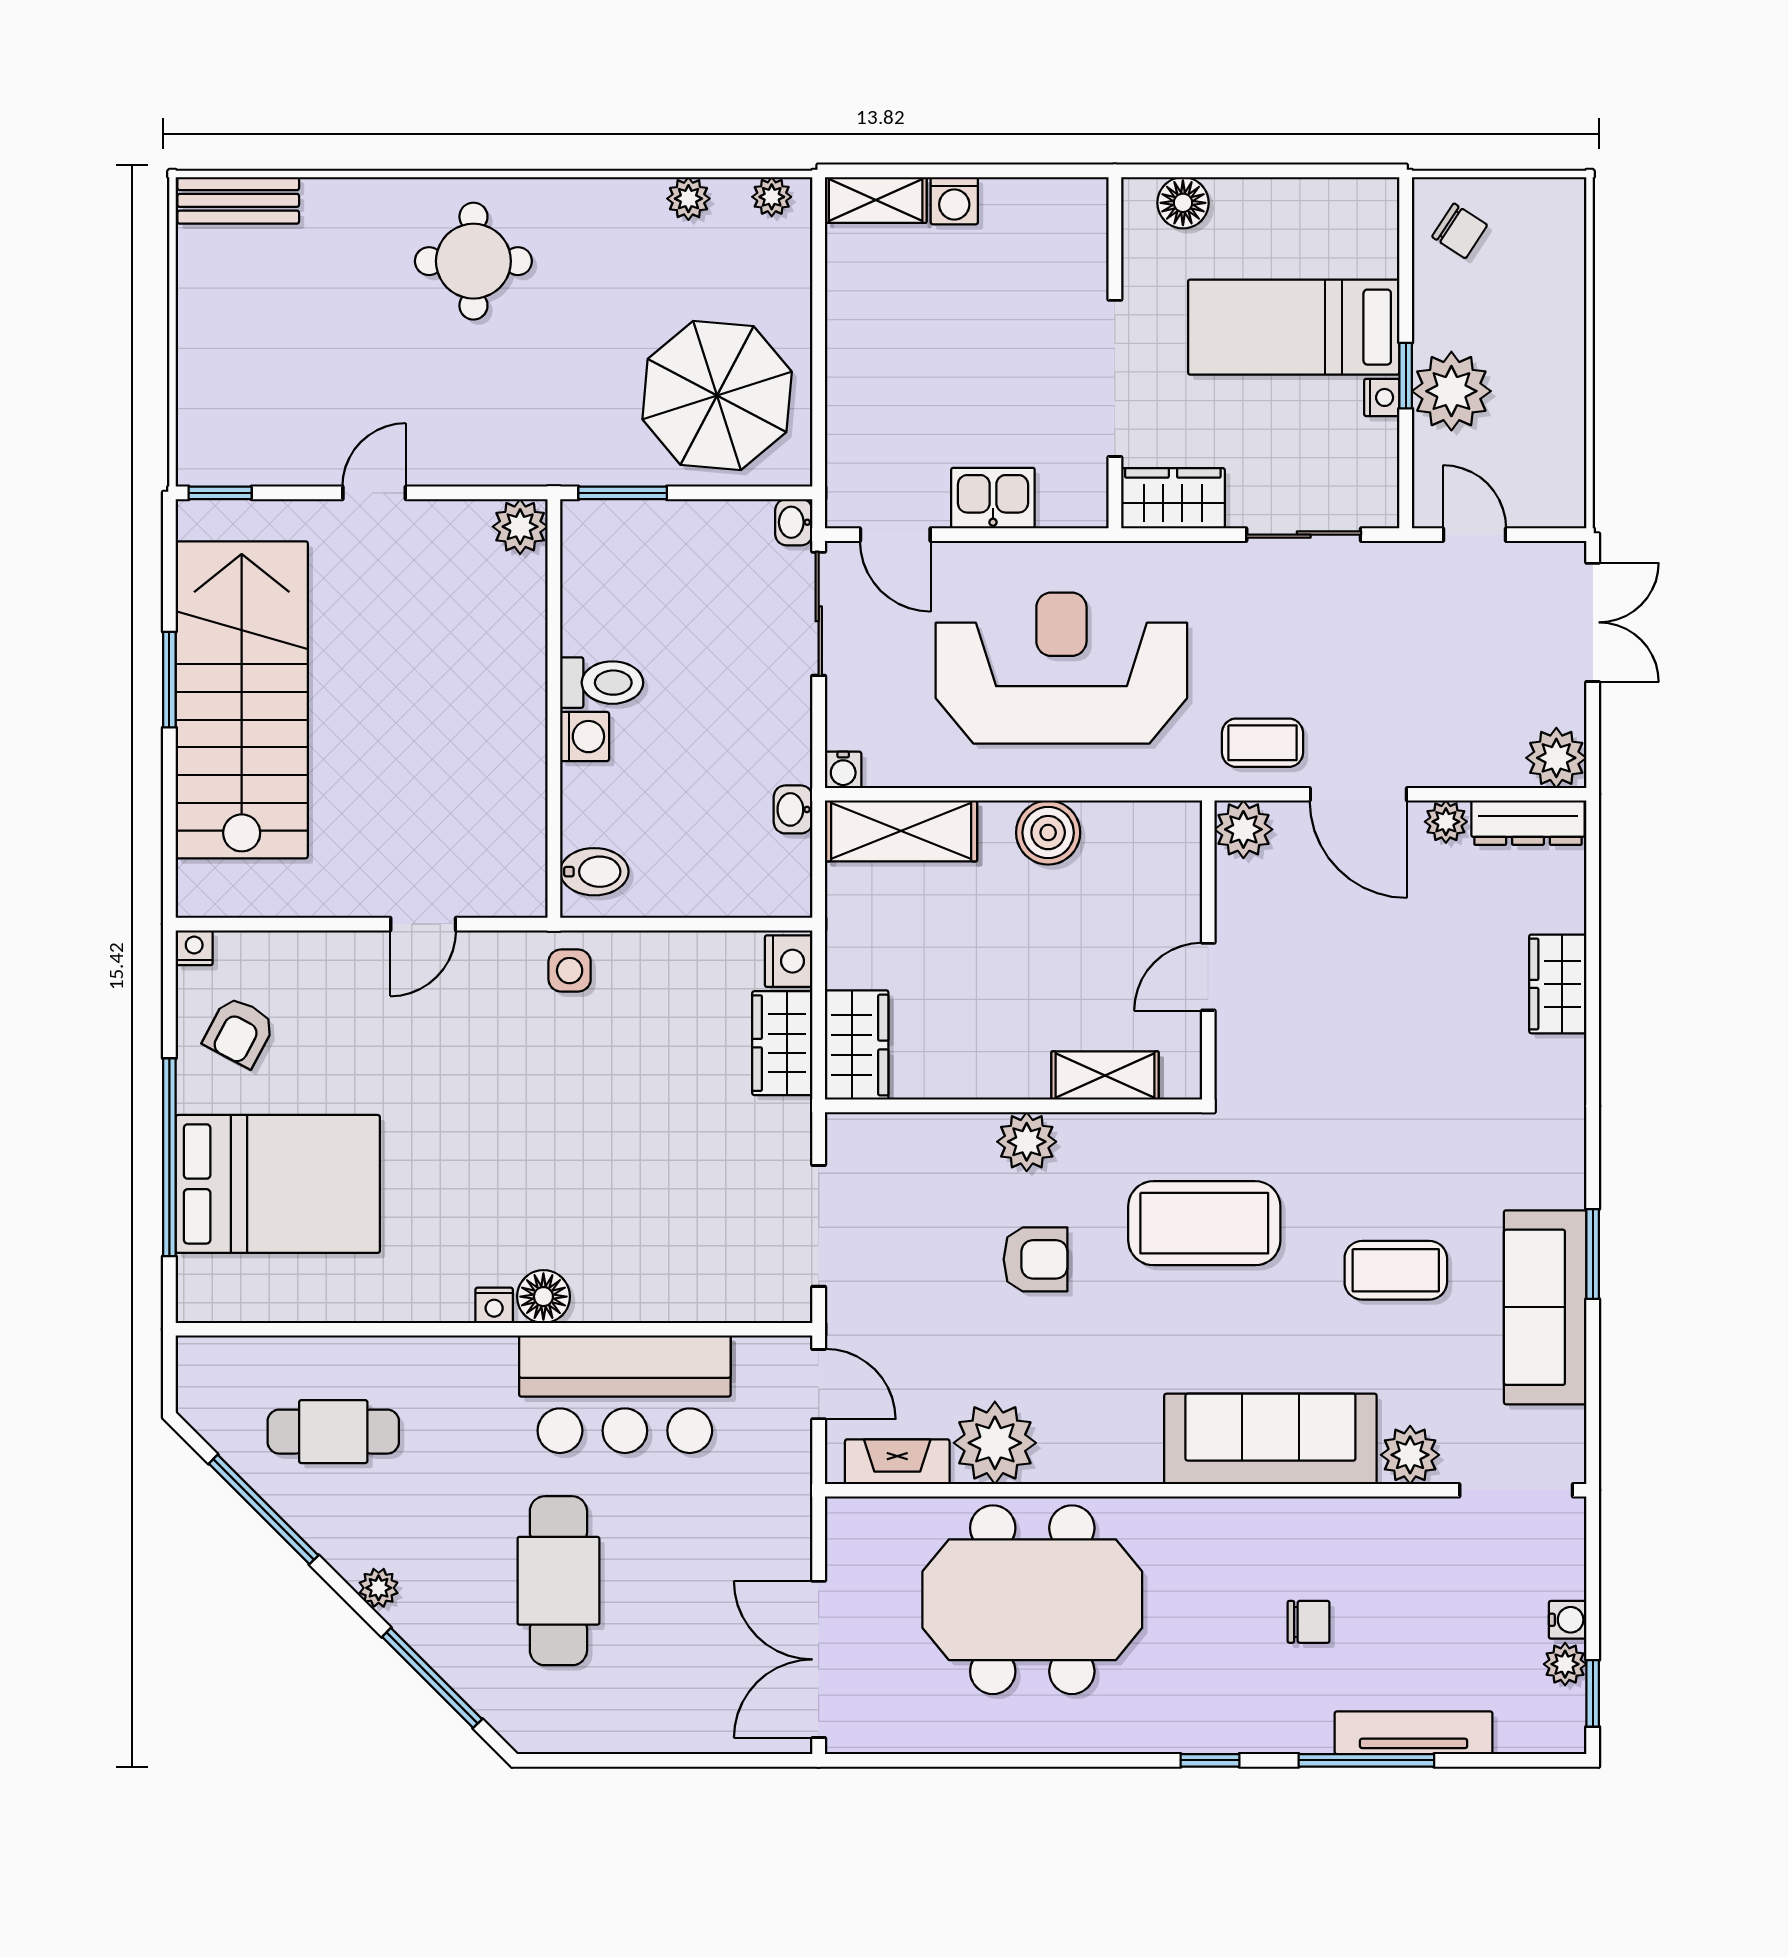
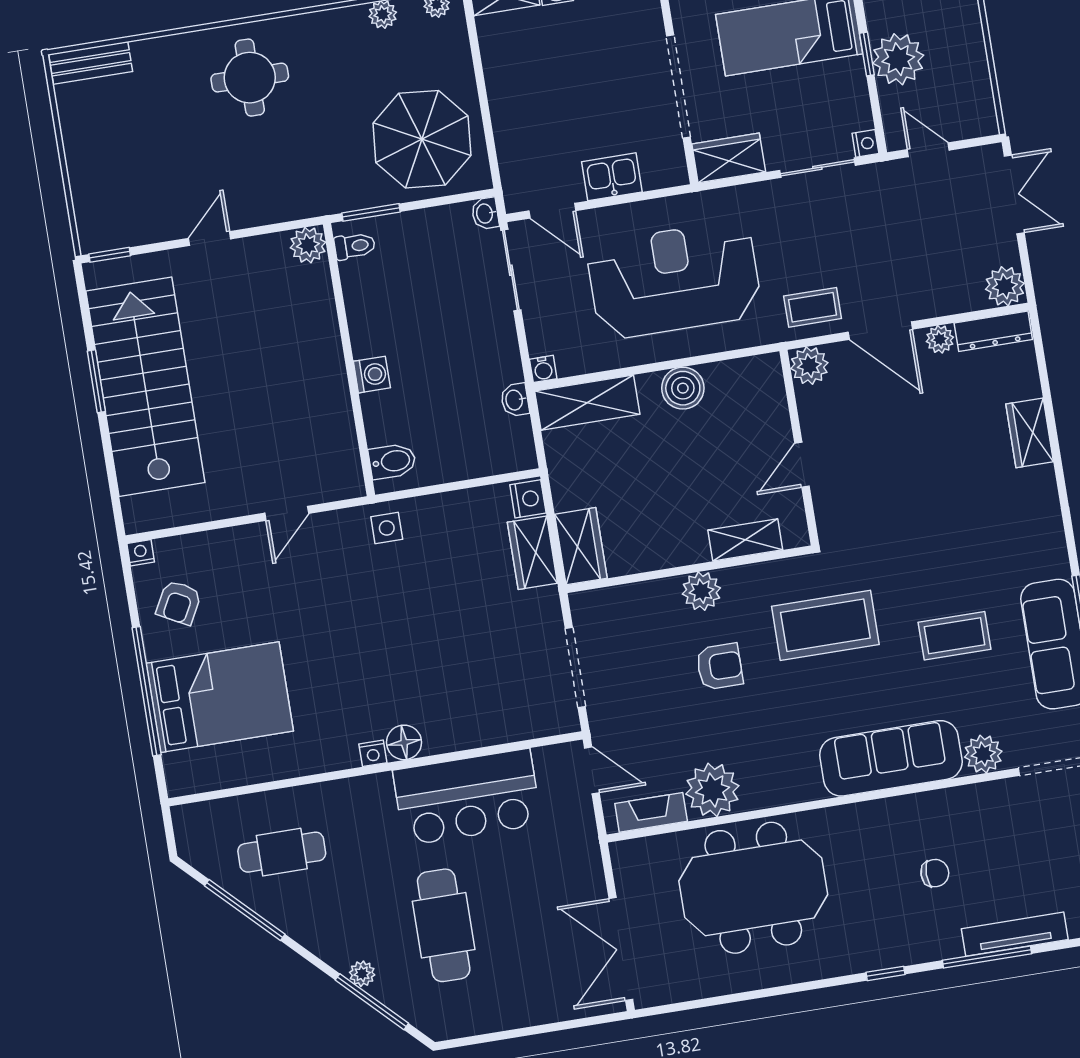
nightstand: (1382, 397) -> (865, 143), moved
toilet: (602, 683) -> (355, 246), moved, width x0.73, depth x0.72
plant: (379, 1588) -> (362, 974), moved

